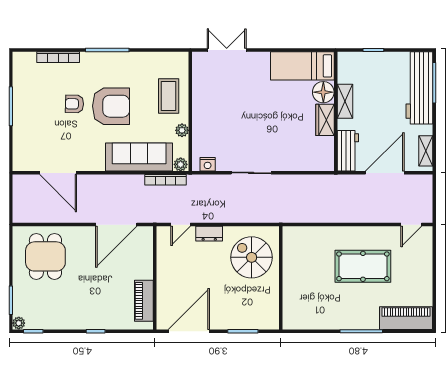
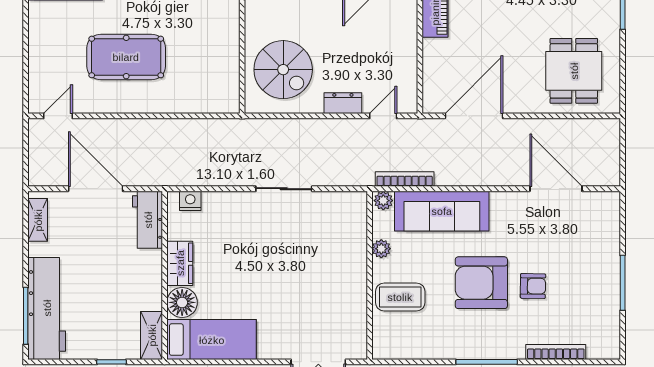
coffee table: (169, 96) -> (400, 297), turned 90
shelving: (345, 101) -> (152, 335), moved
nightstand: (208, 164) -> (190, 201), moved
door: (385, 173) -> (96, 189), swing flipped

